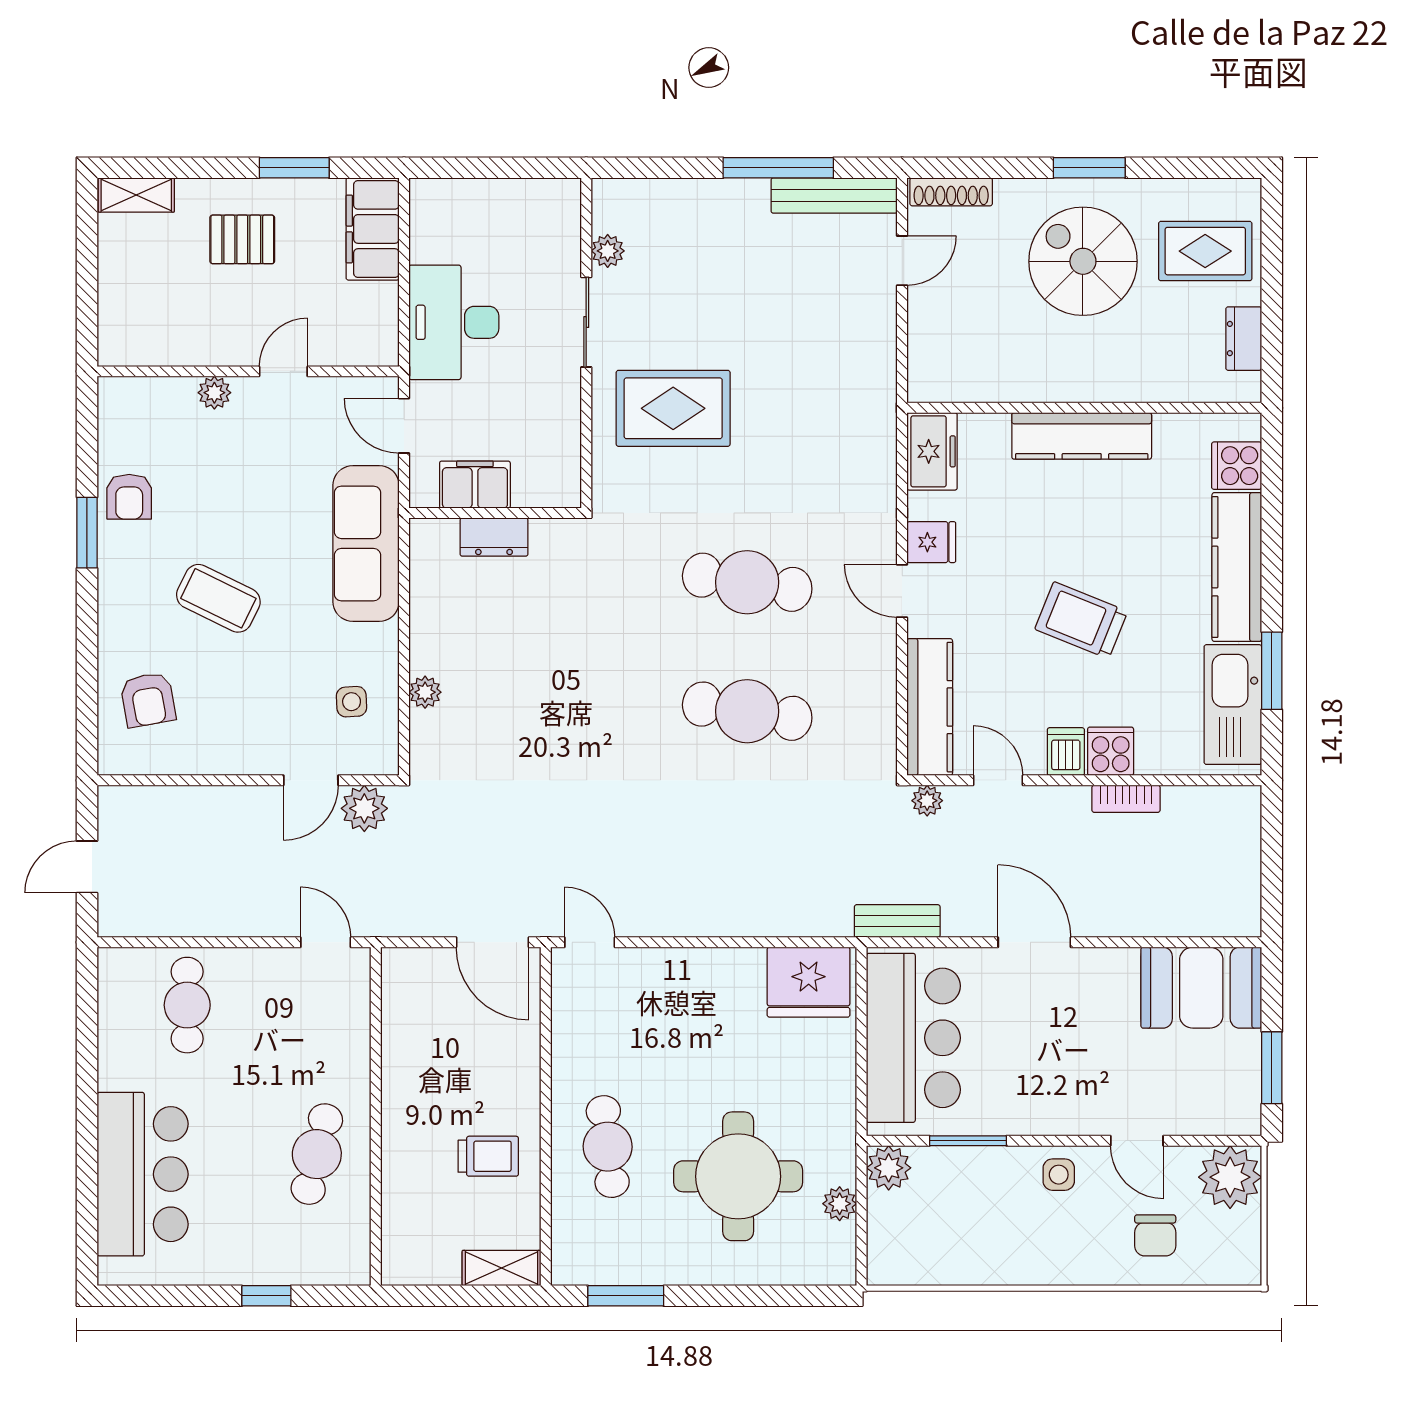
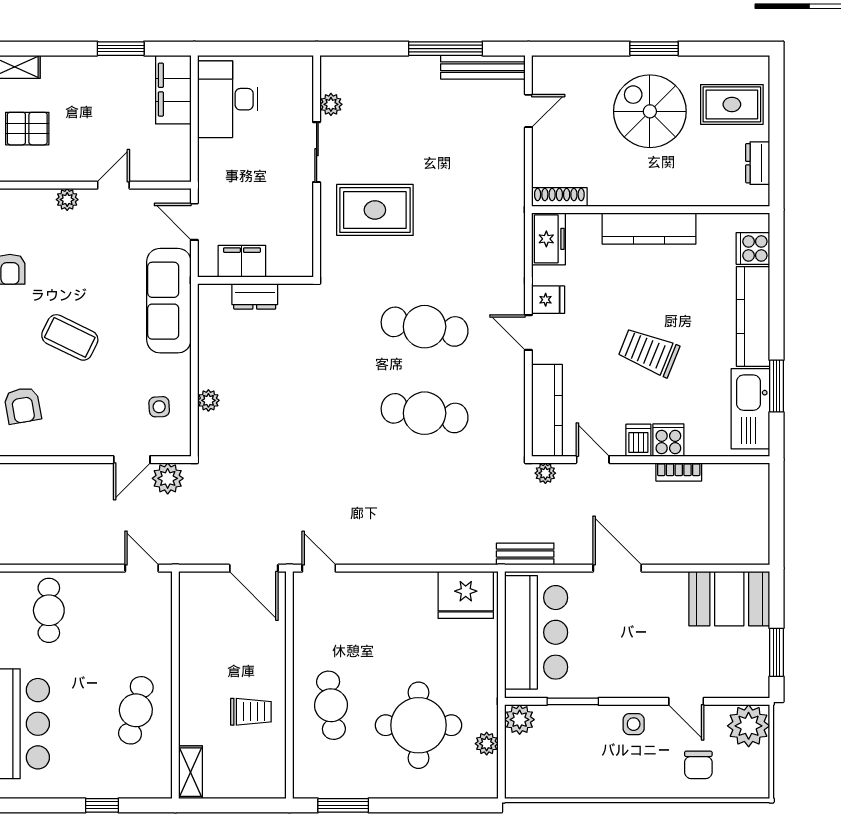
shoe rack: (951, 192) -> (559, 197), moved, turned 180
pallet: (242, 239) -> (27, 129), moved
desk: (454, 322) -> (228, 99), moved
shelving: (502, 1268) -> (190, 772), moved, turned 90

